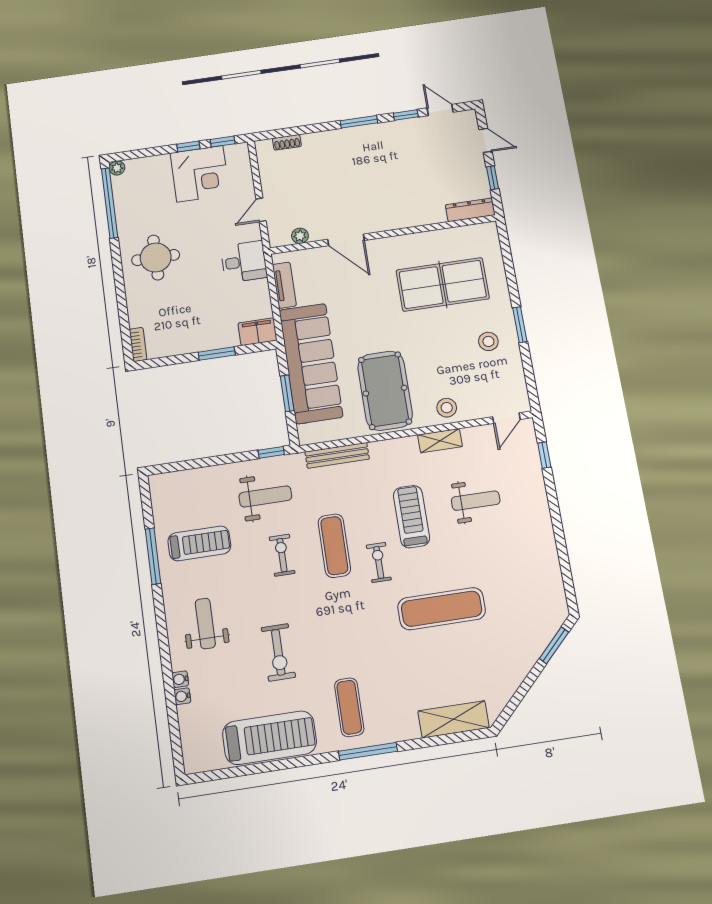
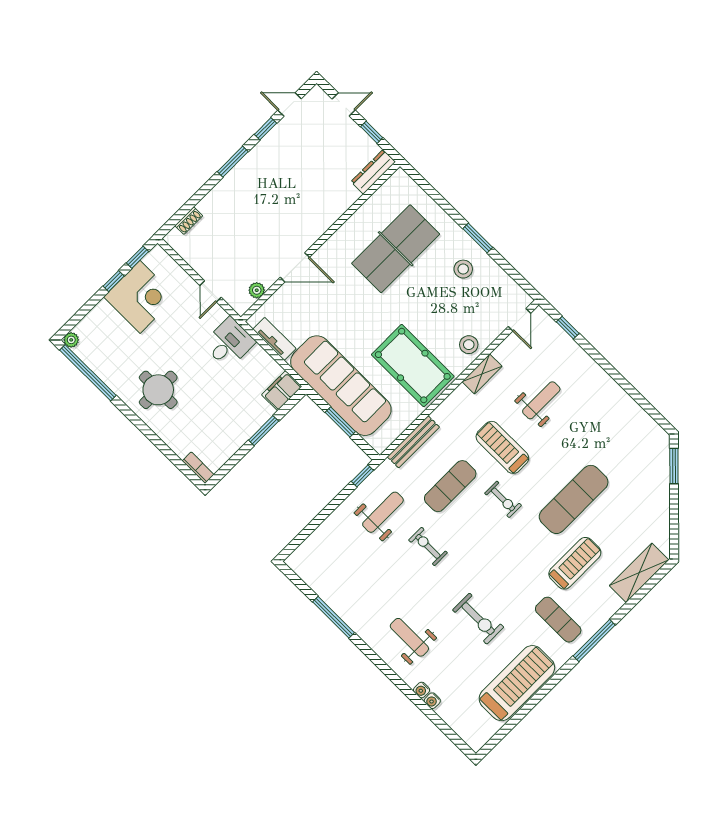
treadmill: (199, 543) -> (575, 563), moved
exercise mat: (334, 546) -> (450, 486), moved, turned 90
exercise bike: (379, 562) -> (503, 499), turned 180

